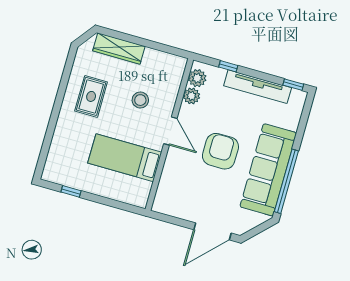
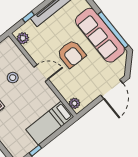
plant: (192, 96) -> (74, 103), moved
armchair: (220, 151) -> (71, 54), turned 180
bed: (125, 158) -> (50, 123), moved

